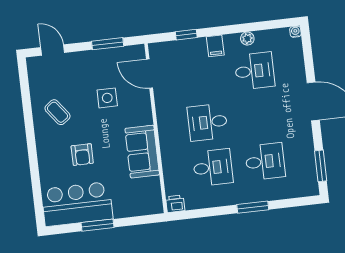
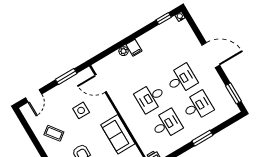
window: (186, 35) -> (164, 19), moved
plant: (247, 38) -> (123, 51), moved
door: (53, 50) -> (34, 96), swing flipped
desk: (255, 71) -> (181, 79), moved

